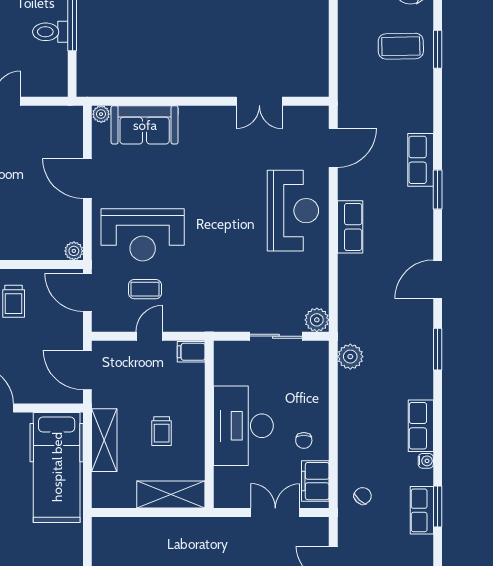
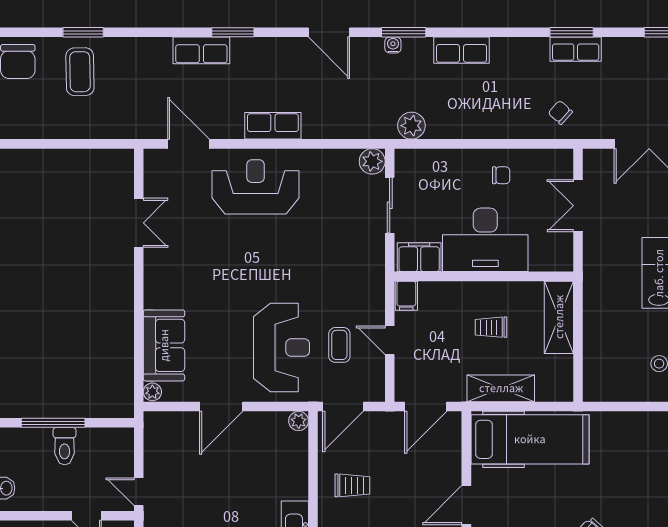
row of seats: (421, 426) -> (461, 50), moved
trolley: (162, 431) -> (491, 327), turned 180
water cooler: (426, 461) -> (393, 45), moved
filing cabinet: (315, 481) -> (419, 257), moved, turned 180

